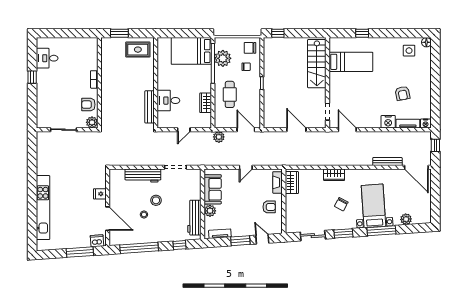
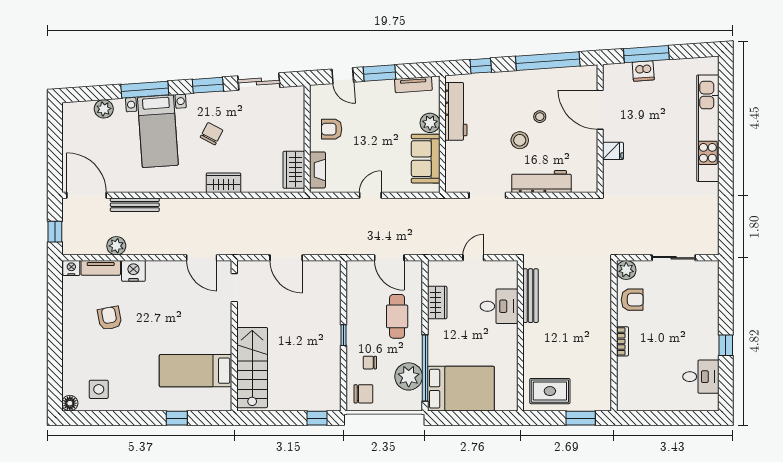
door: (246, 130) -> (389, 258), moved
plant: (219, 137) -> (116, 246), moved
dishwasher: (97, 241) -> (643, 71), moved

